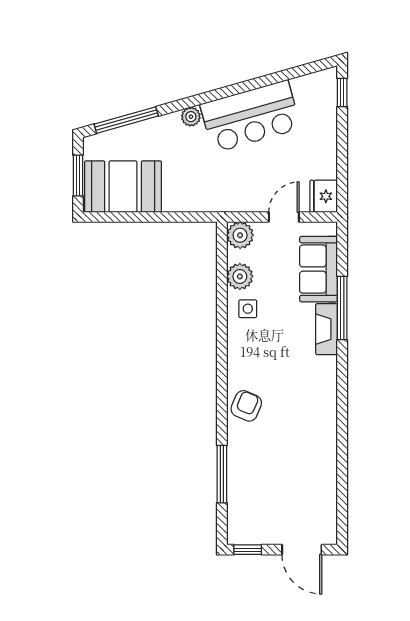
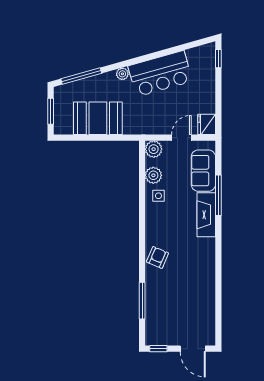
booth: (123, 187) -> (98, 118), moved
fireplace: (327, 329) -> (206, 215), width x1.37, depth x1.32

